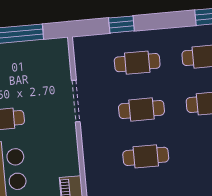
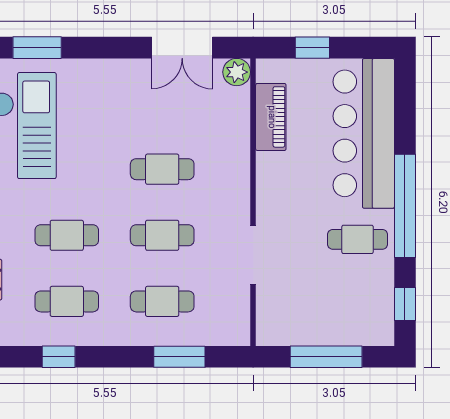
window: (121, 24) -> (179, 357), width x1.50

